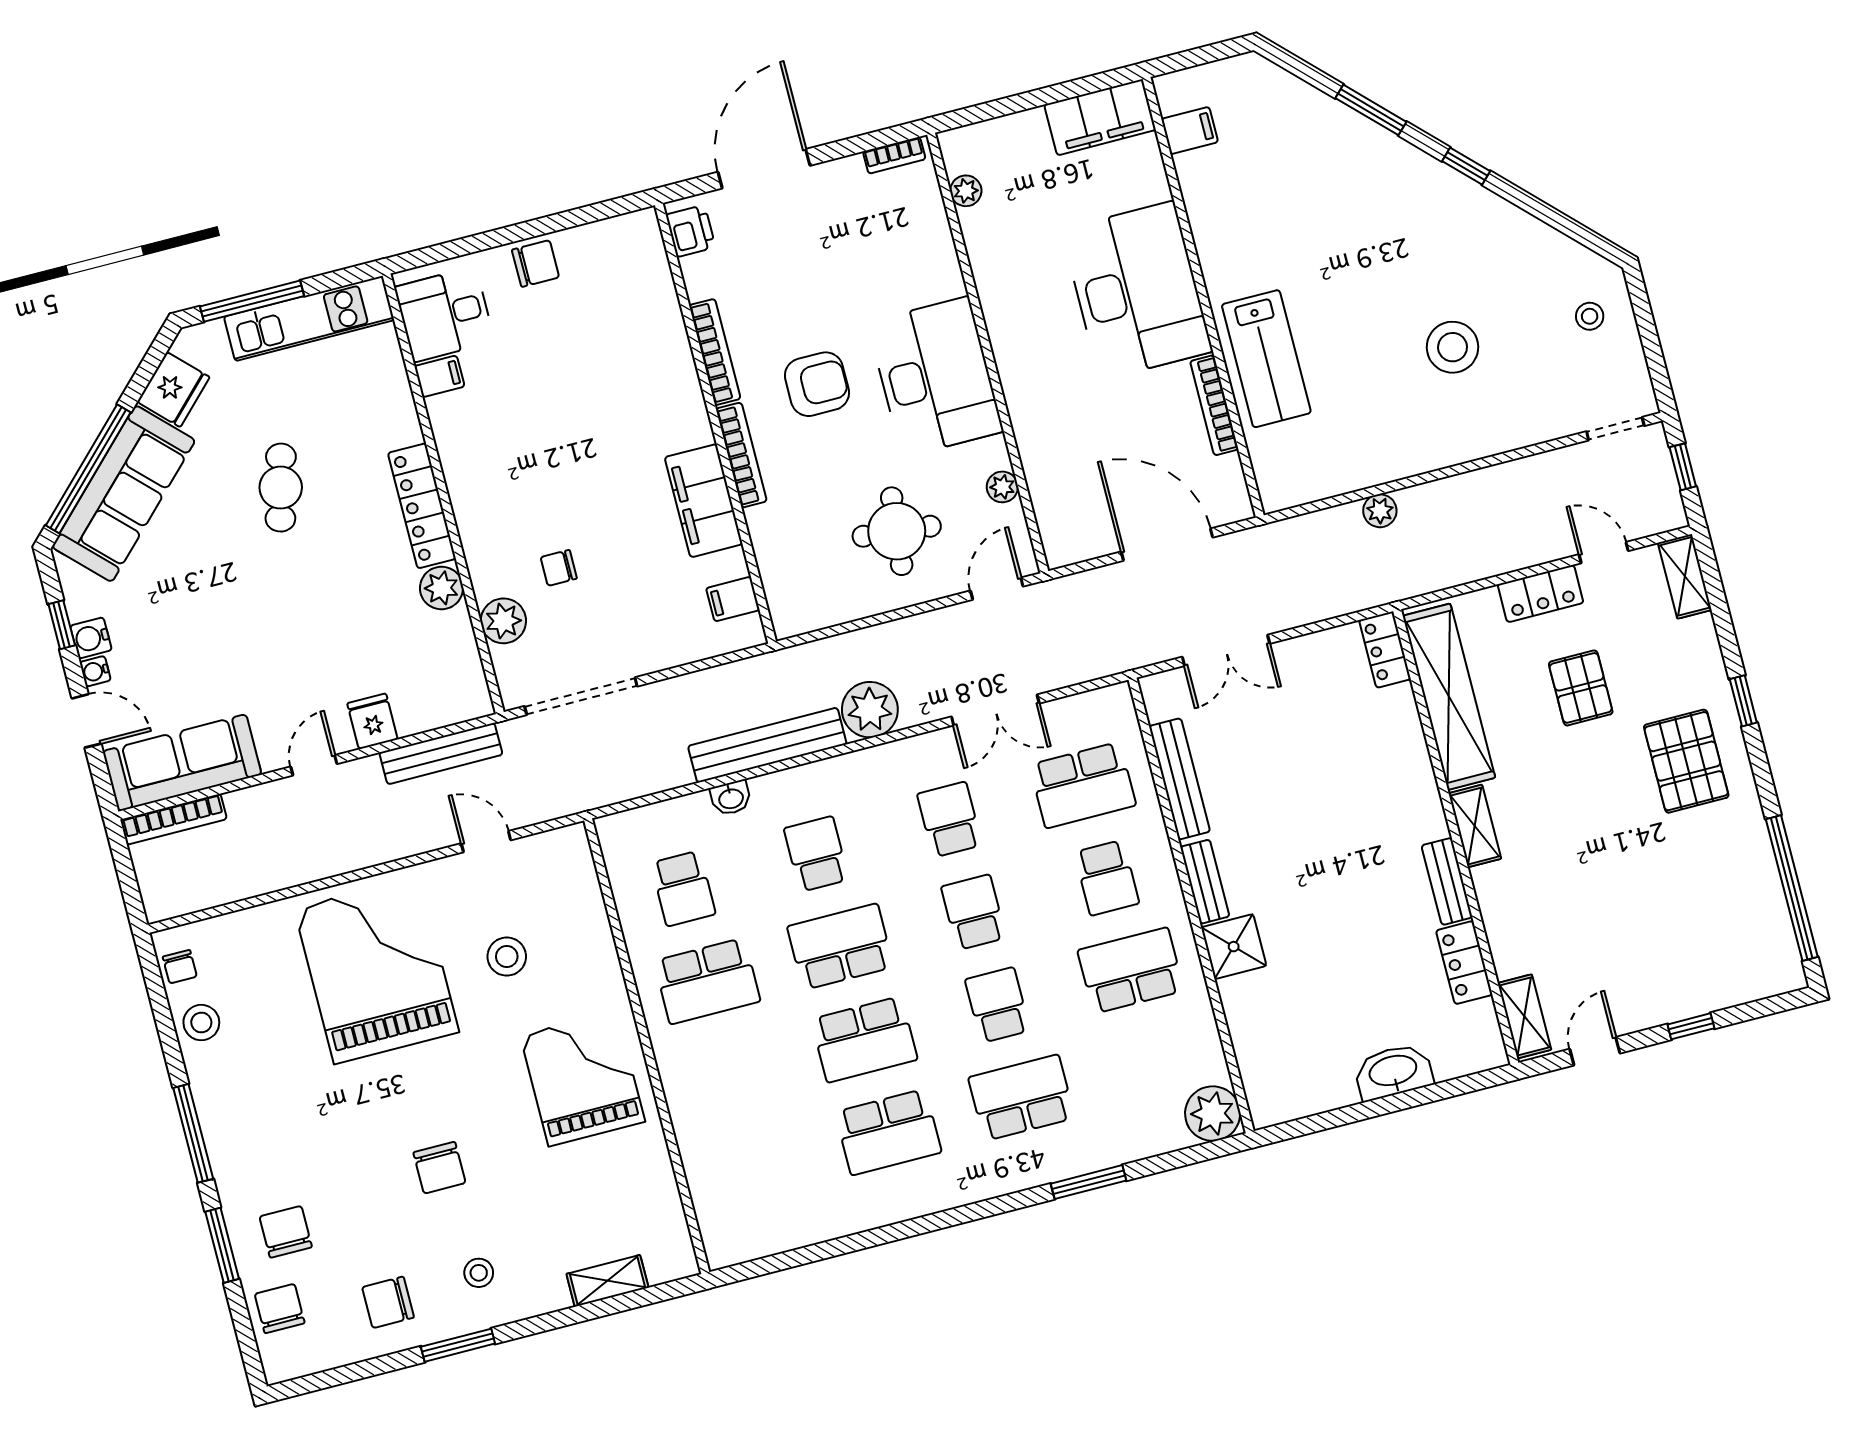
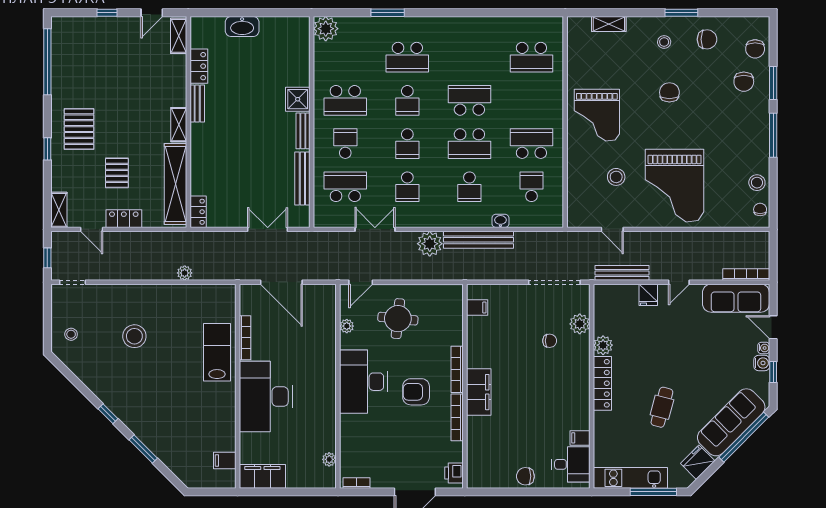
filing cabinet: (704, 501) -> (479, 392), moved
school desk: (888, 1132) -> (531, 57), moved, turned 180

